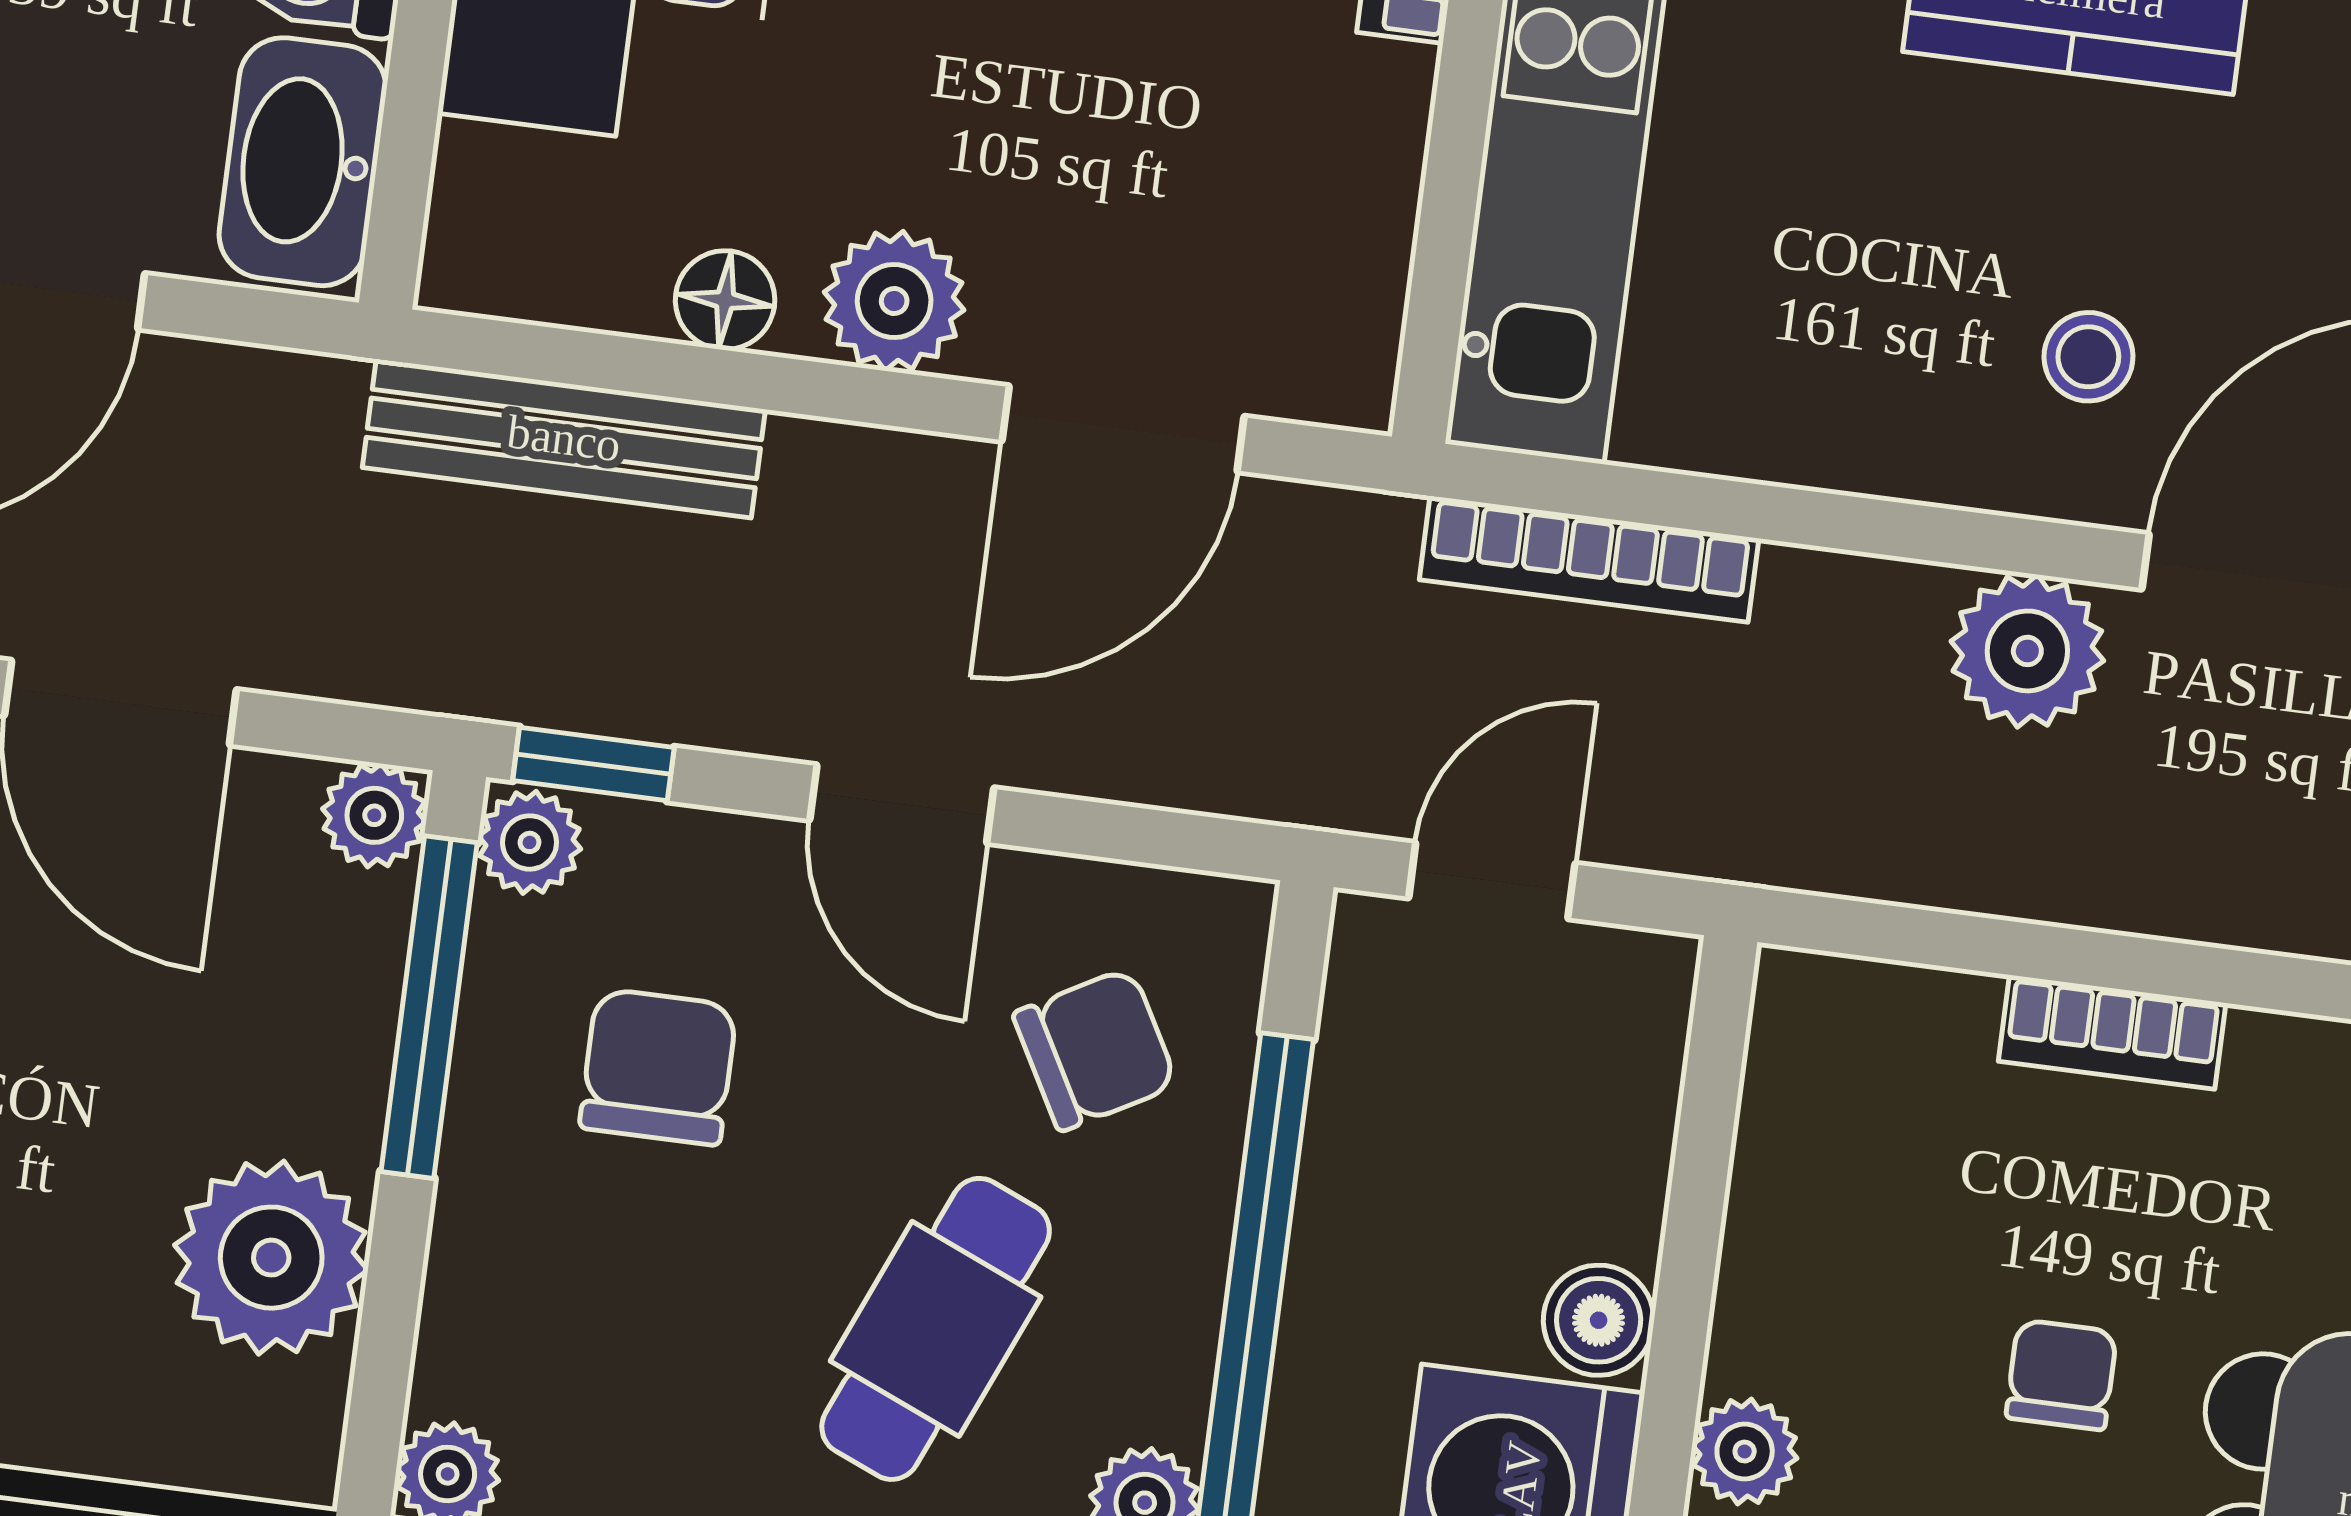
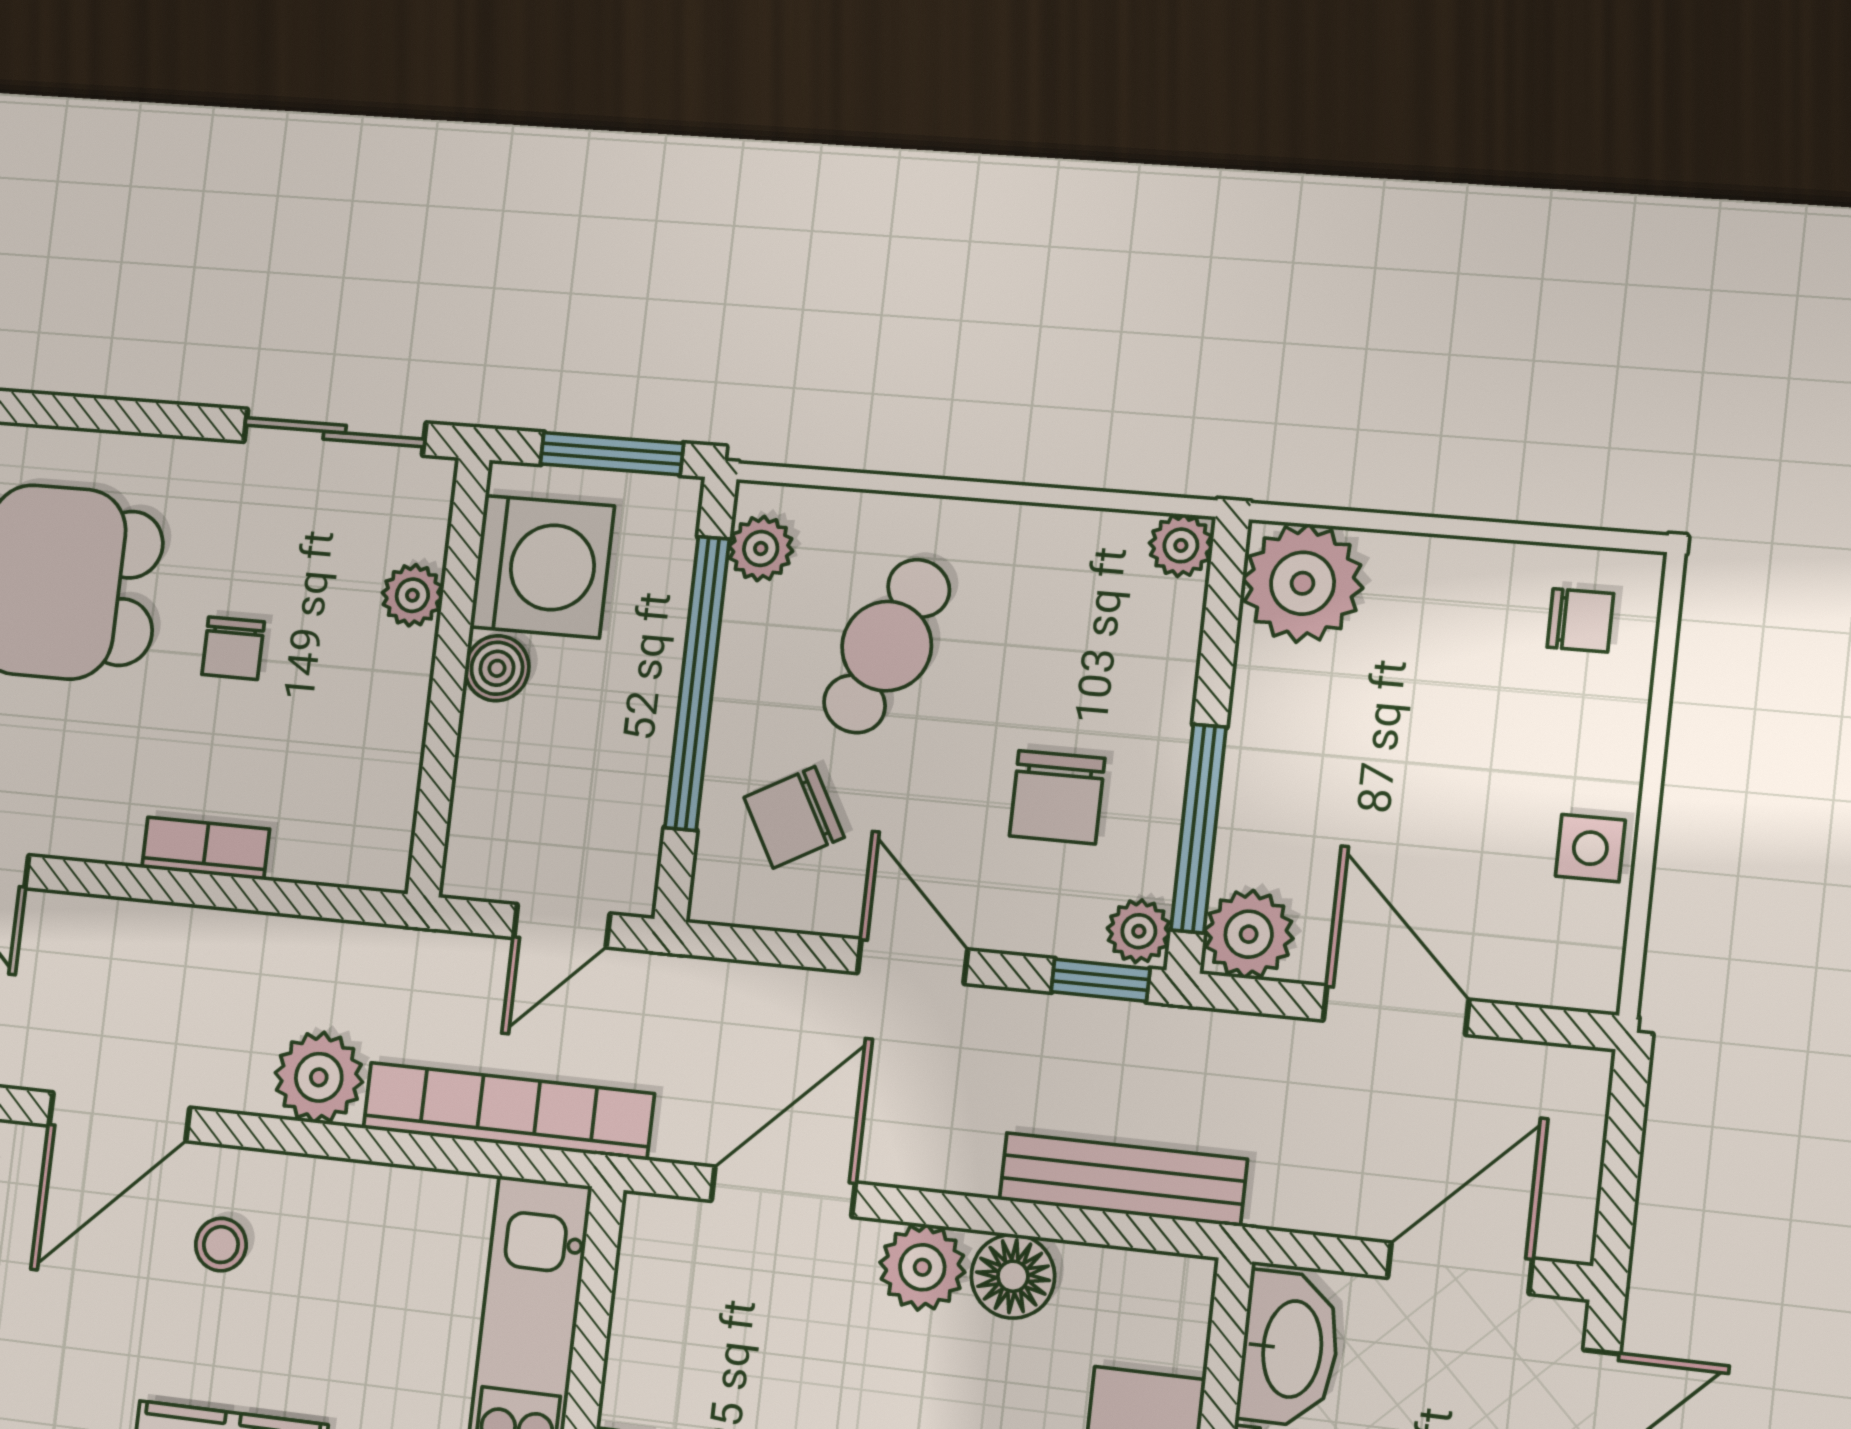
floor lamp: (725, 300) -> (1013, 1276), width x1.37, depth x1.37
bookcase: (1589, 559) -> (508, 1111), width x1.48, depth x1.31
plant: (2027, 651) -> (319, 1077), moved
plant: (374, 815) -> (1249, 934), width x1.38, depth x1.38
plant: (271, 1258) -> (1303, 583), moved

